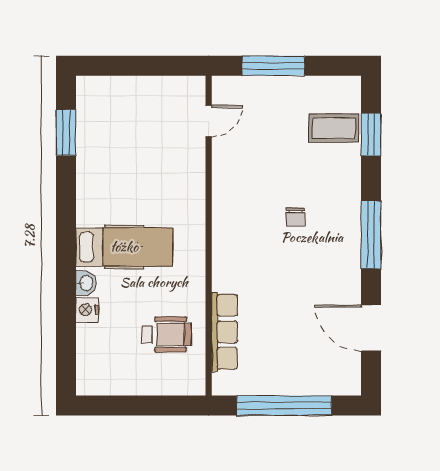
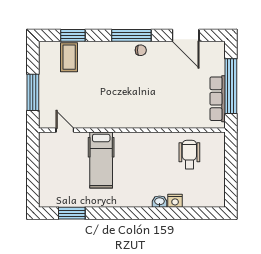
chair: (295, 217) -> (141, 50), moved
hospital bed: (124, 247) -> (101, 160), moved, turned 180
door: (371, 328) -> (186, 35), hinge flipped
row of seats: (225, 332) -> (218, 99), moved, turned -90

